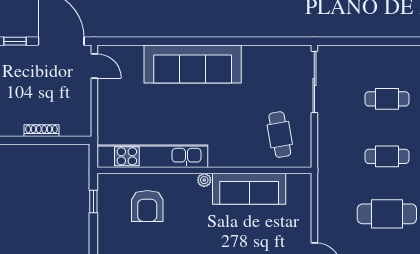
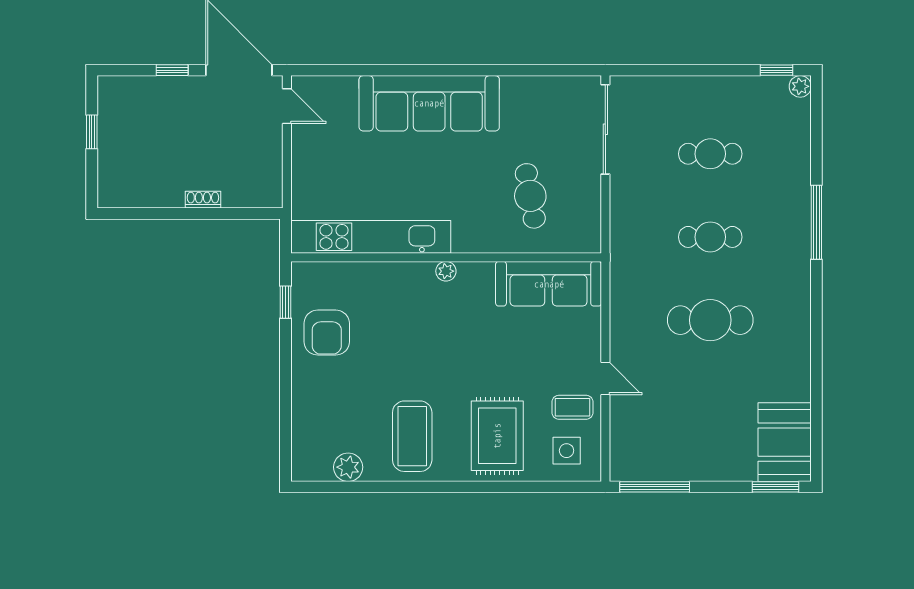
shoe rack: (41, 131) -> (203, 200), width x0.70
cafe table: (280, 135) -> (530, 196), moved
sofa: (249, 189) -> (549, 284), moved
armchair: (147, 206) -> (327, 333), moved

